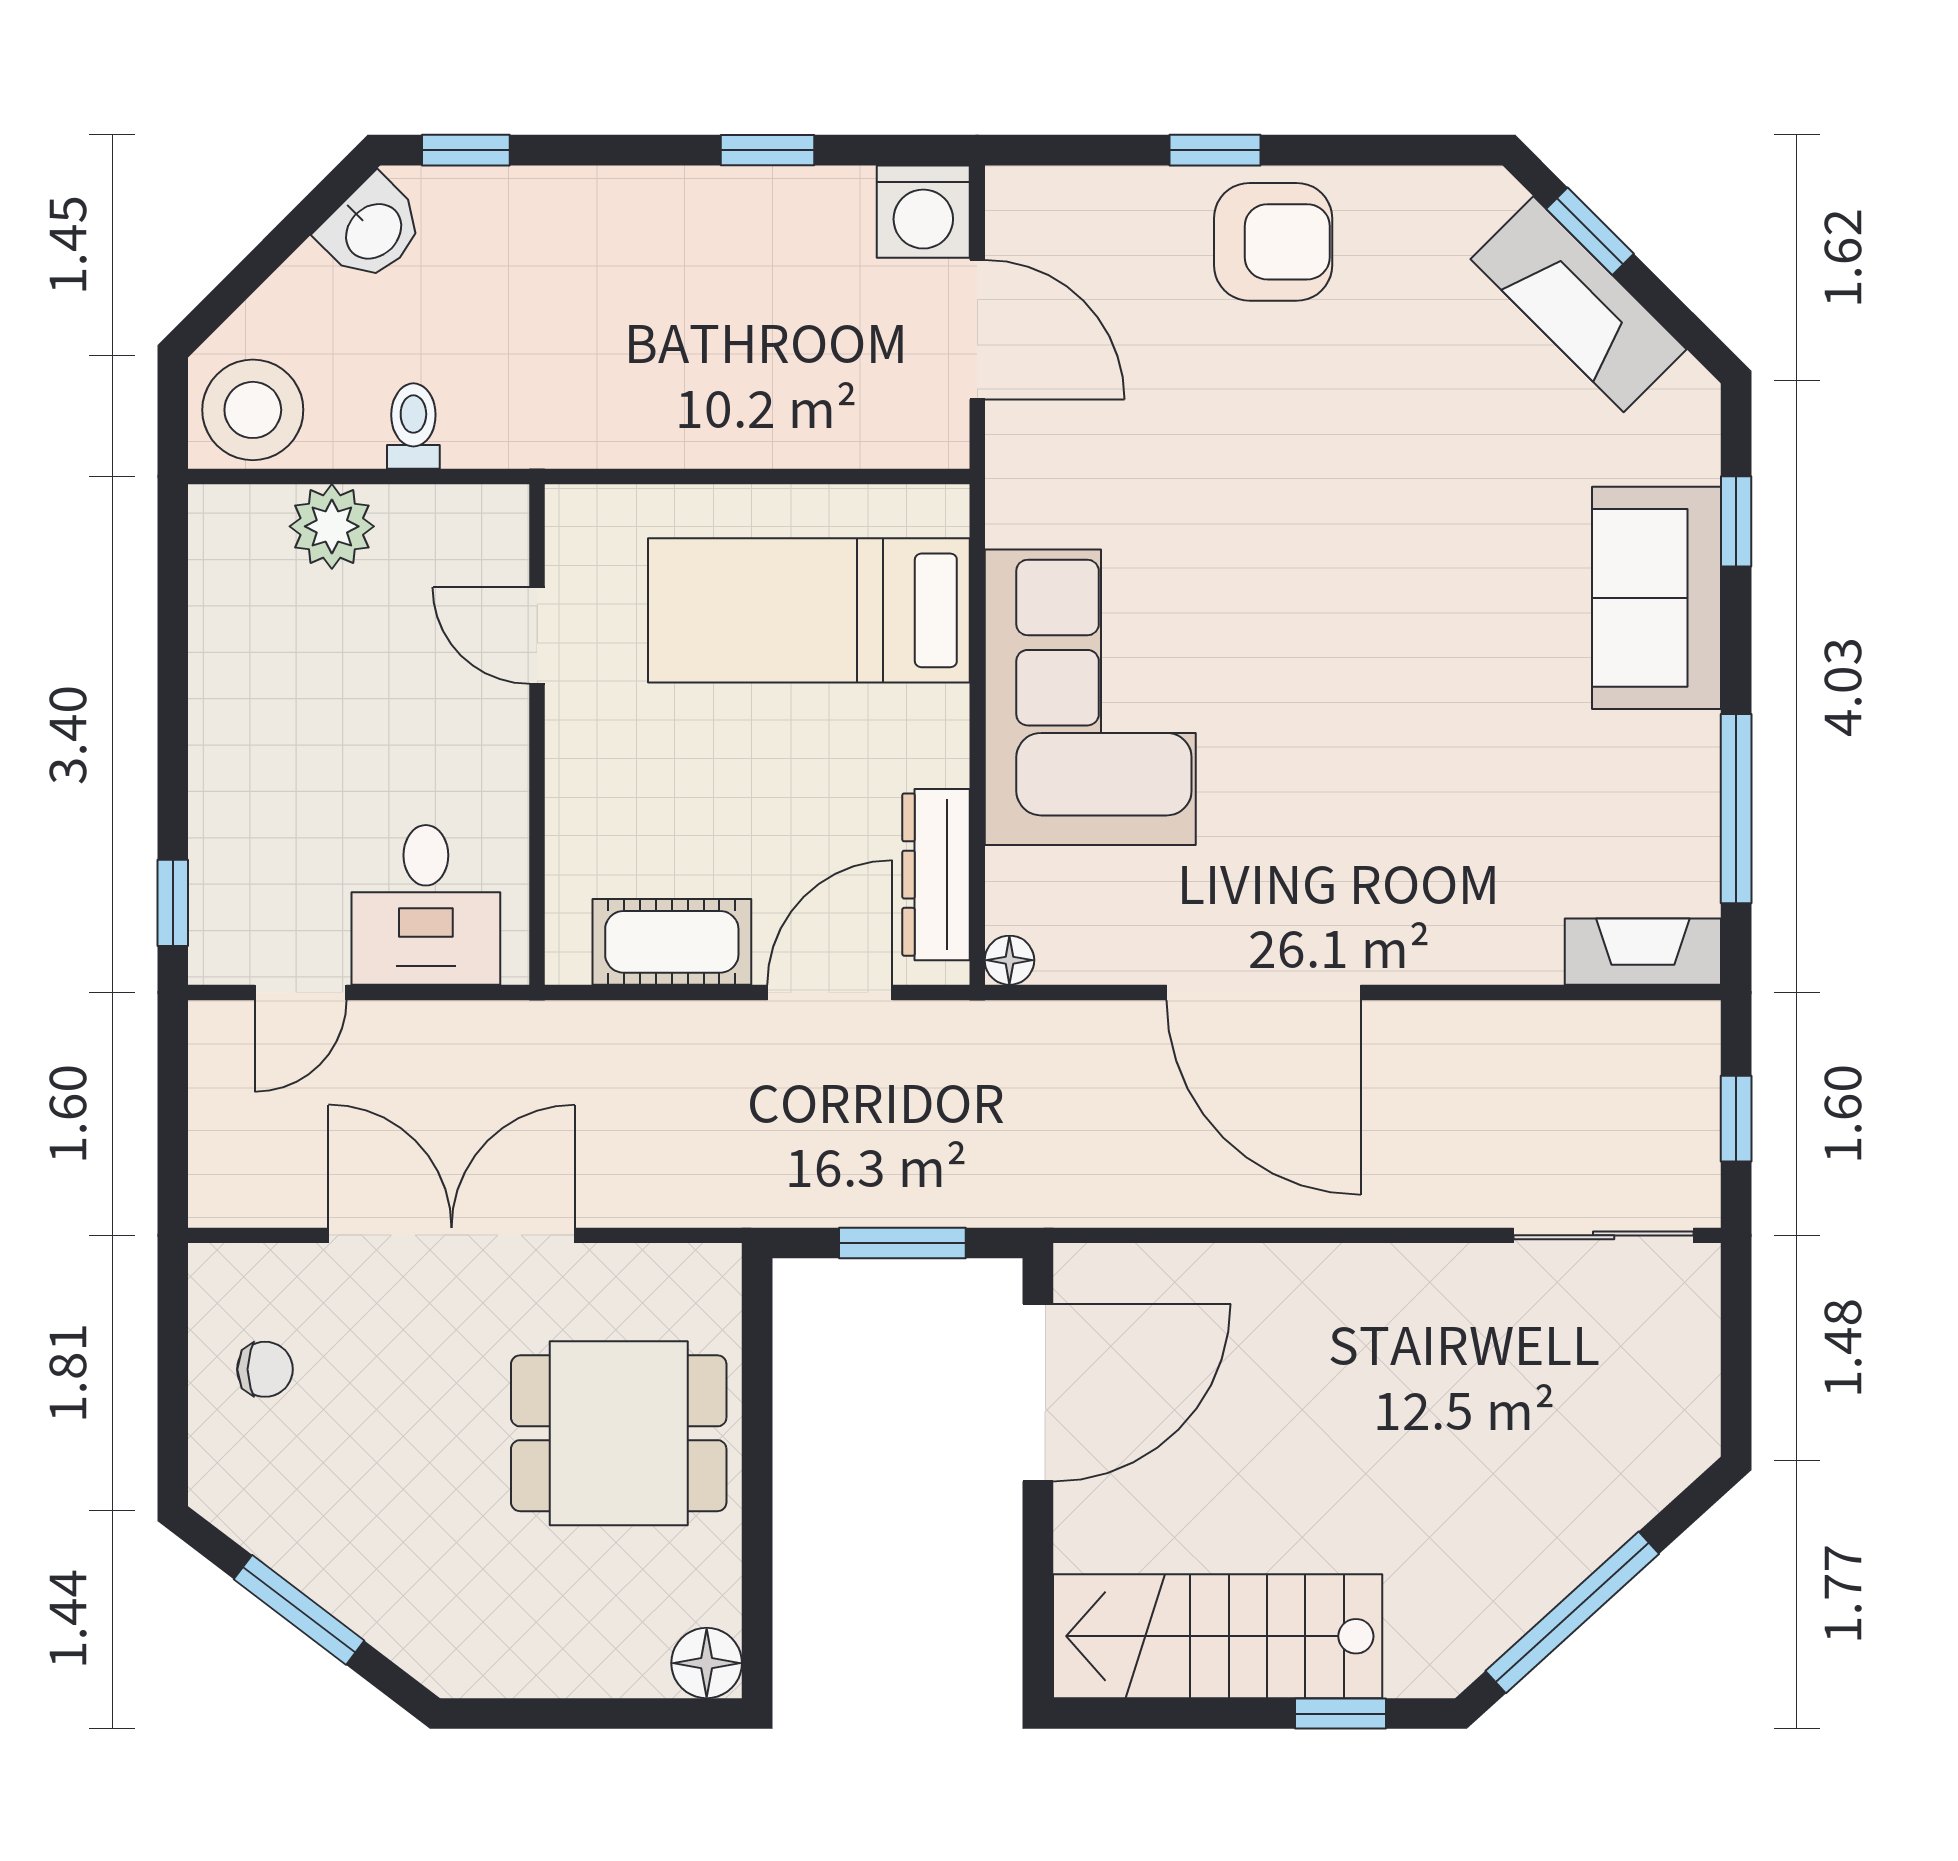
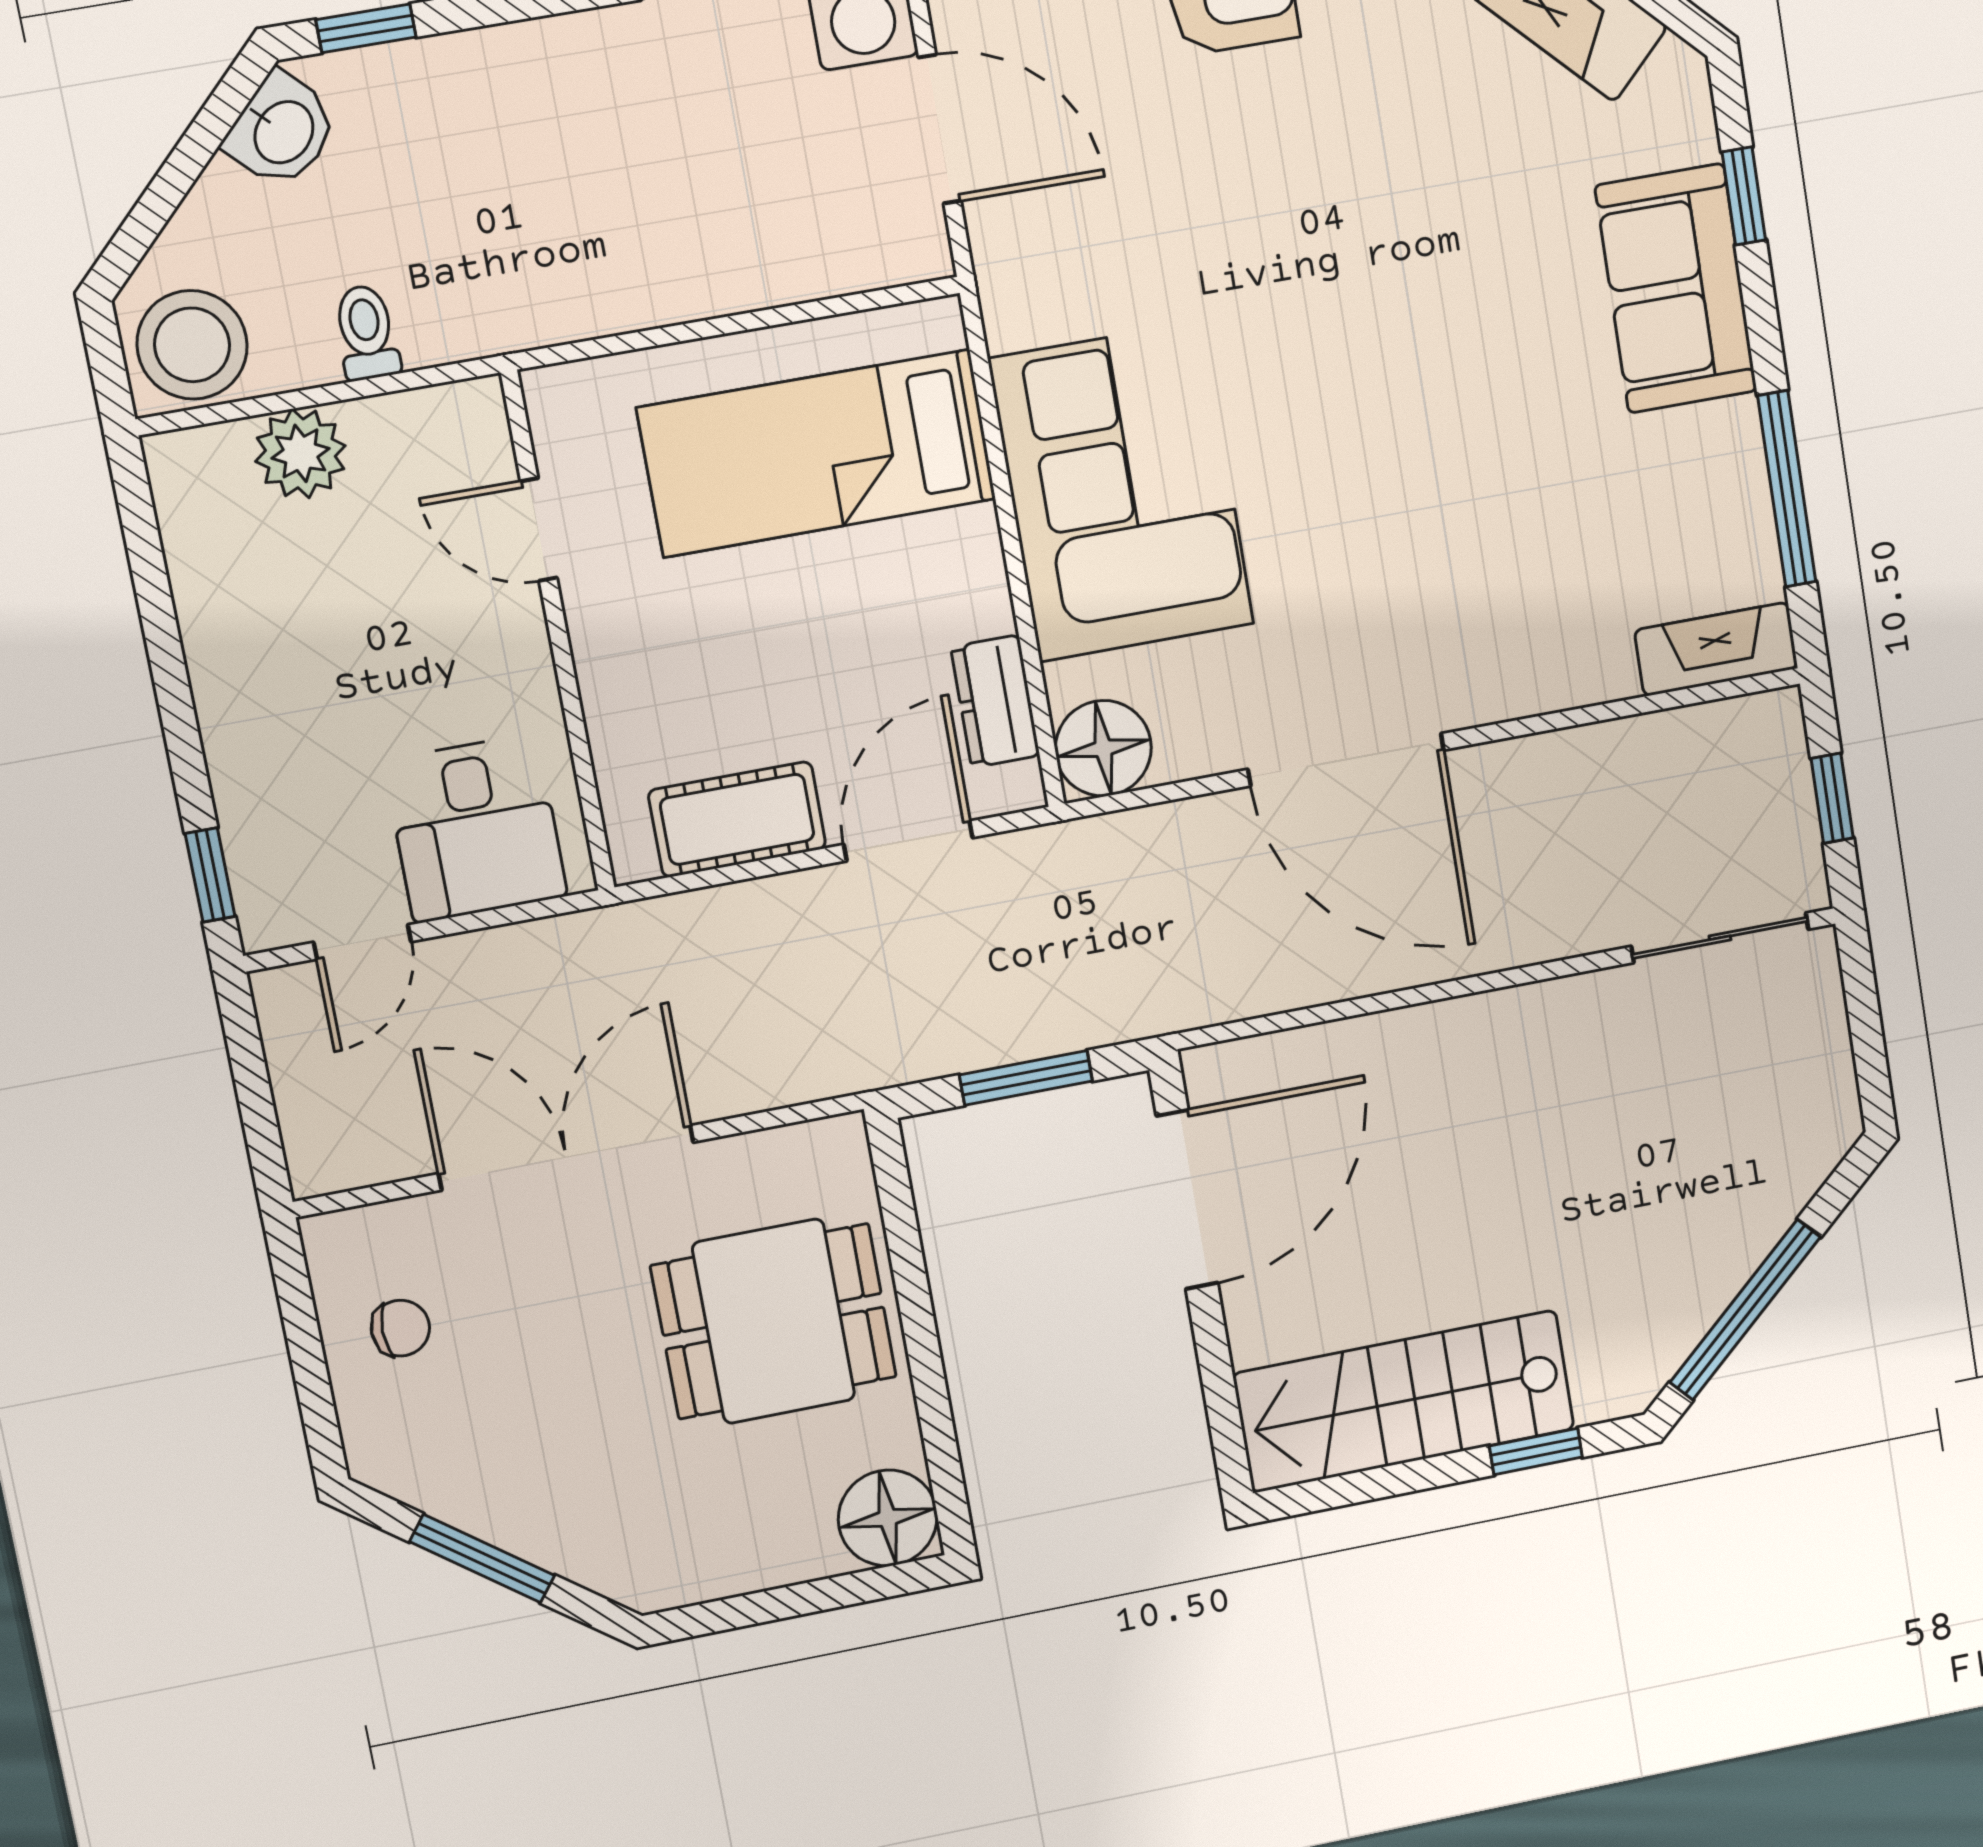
dresser: (936, 875) -> (995, 701), width x0.70
floor lamp: (1009, 960) -> (1103, 748), width x1.89, depth x1.89
floor lamp: (707, 1663) -> (888, 1518), width x1.38, depth x1.38

